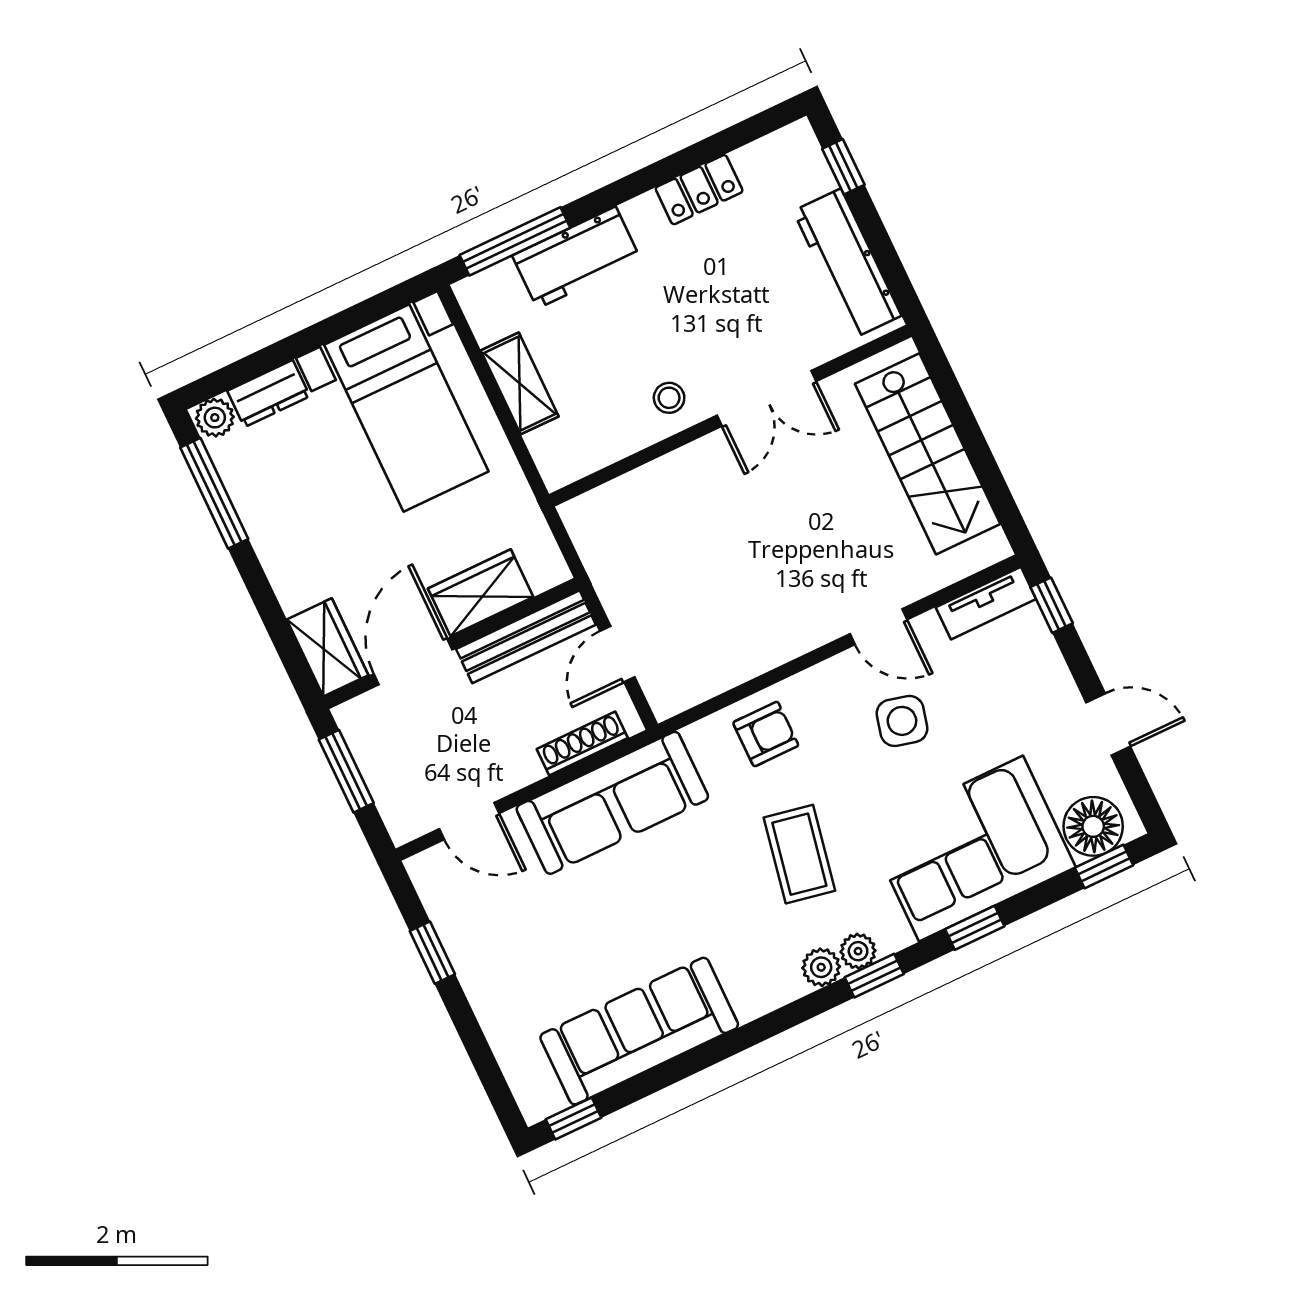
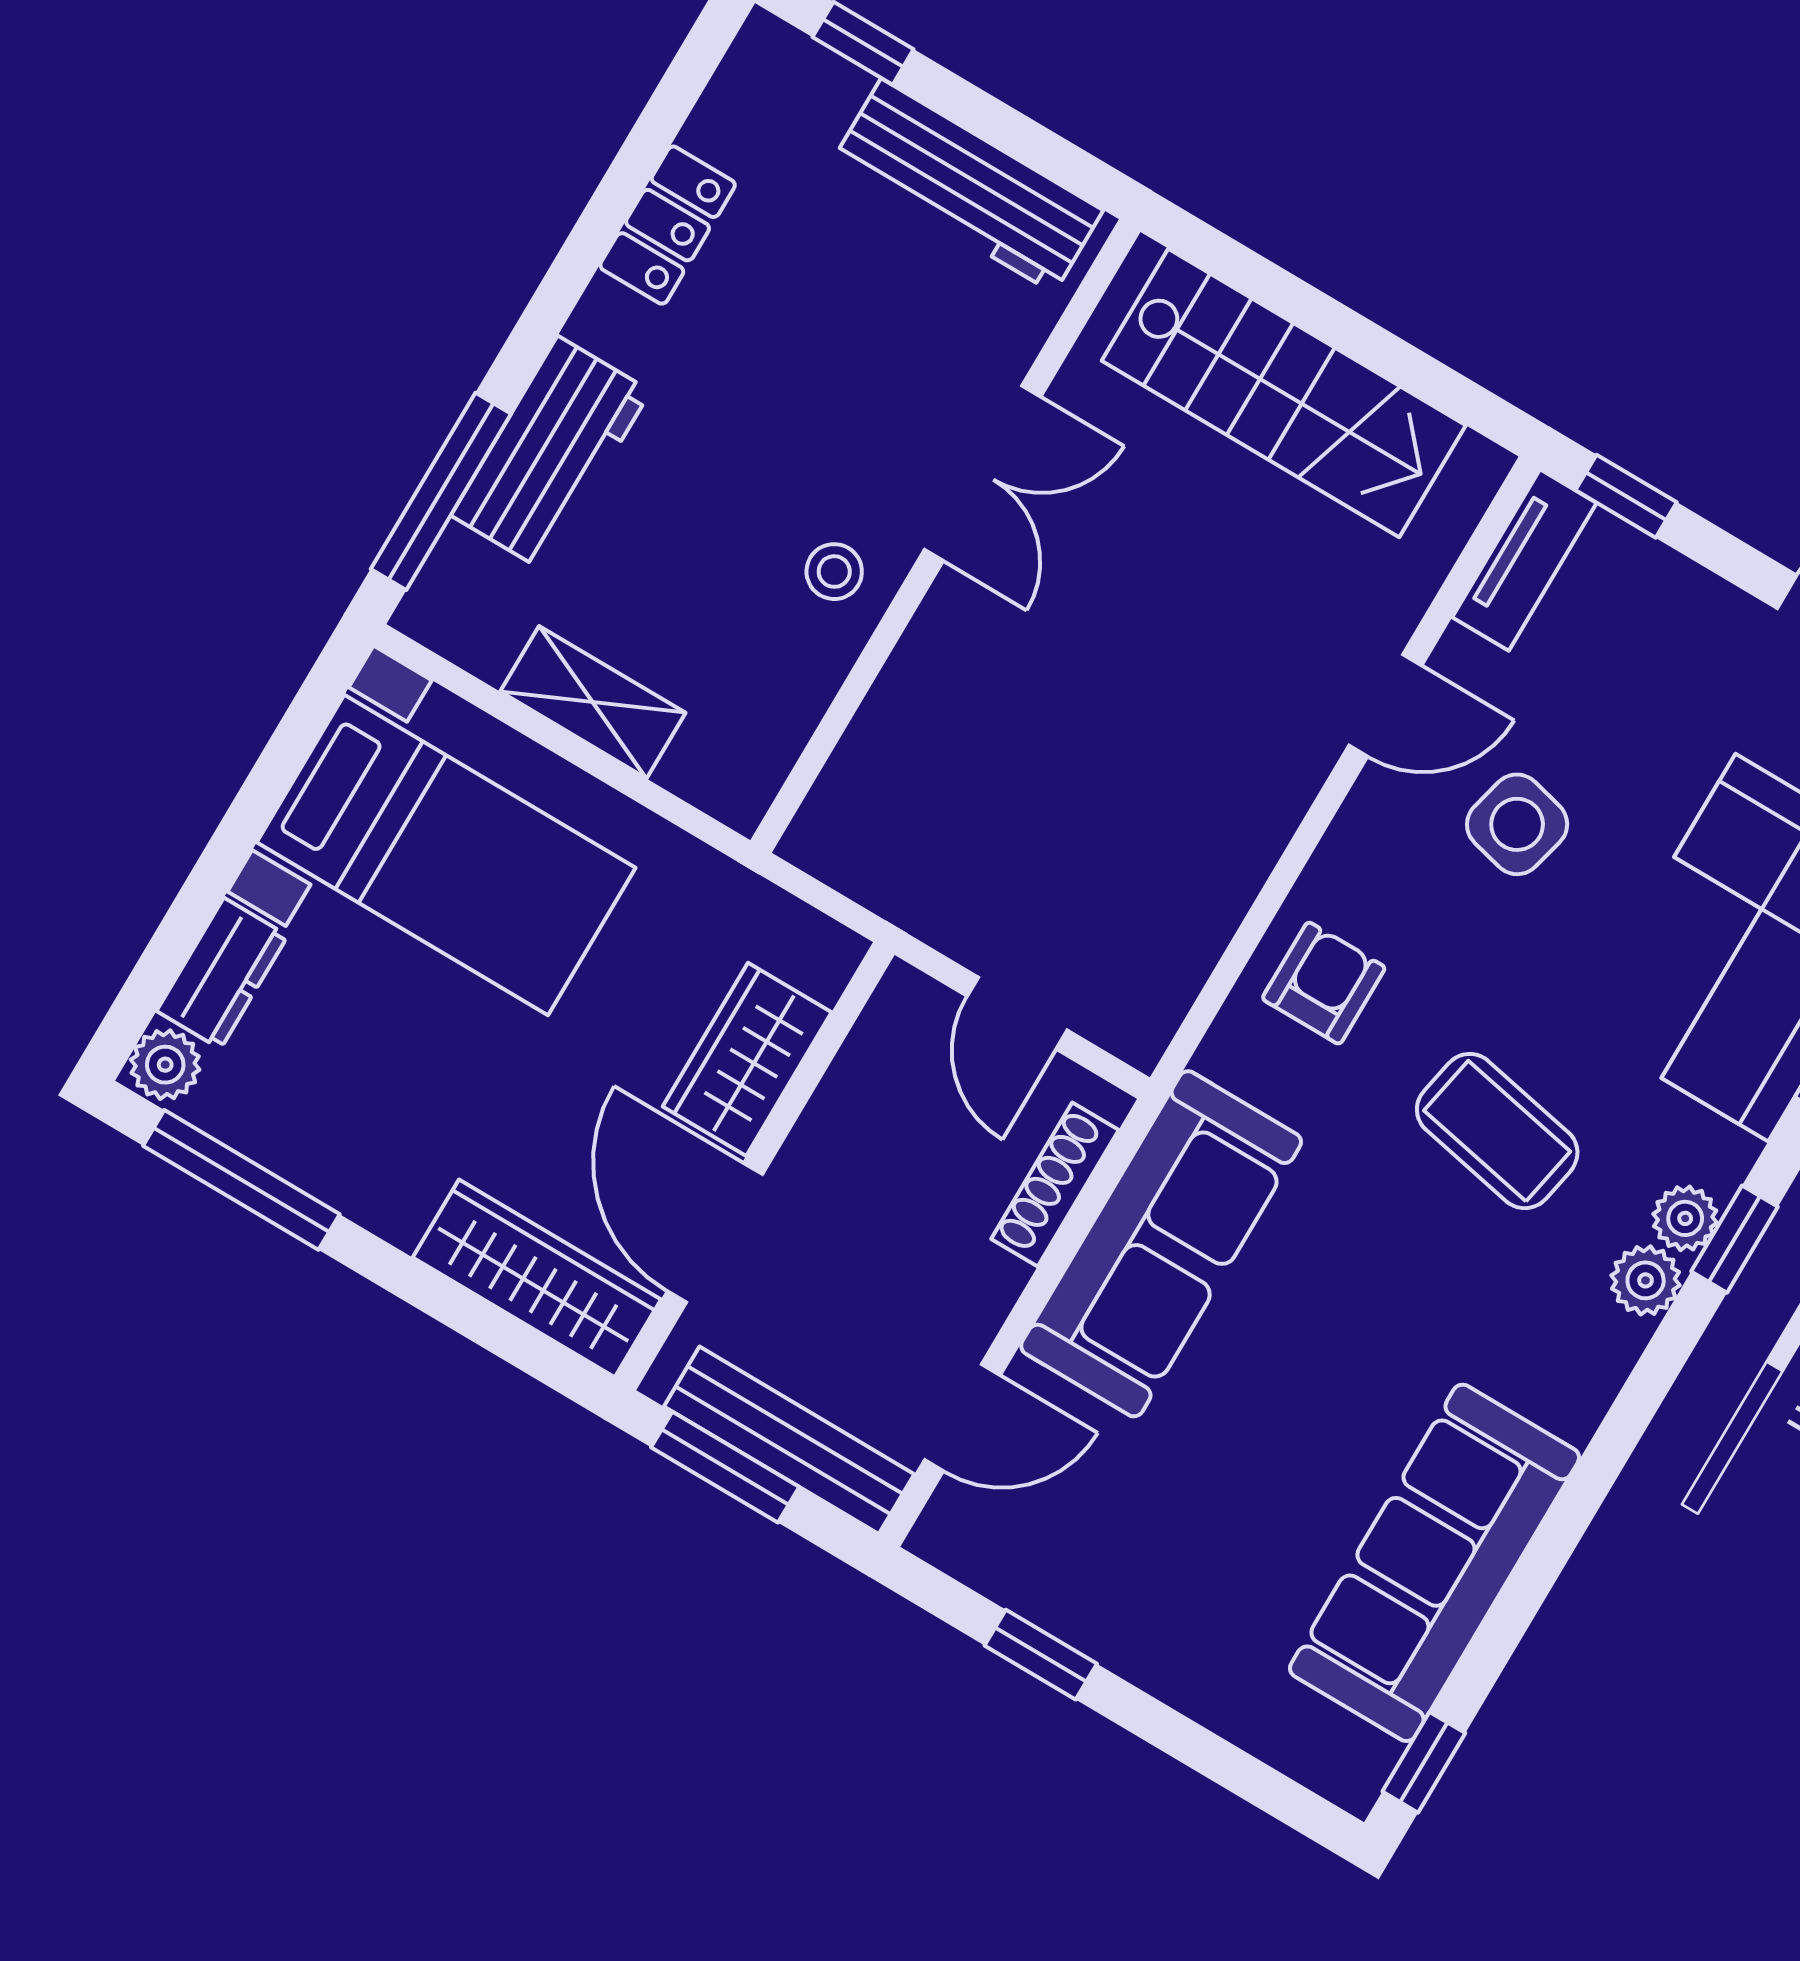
bench: (526, 637) -> (789, 1440), moved, turned 90
wardrobe: (328, 647) -> (537, 1278), width x1.50

